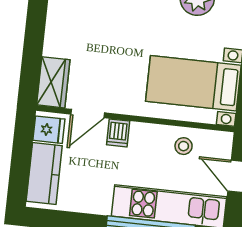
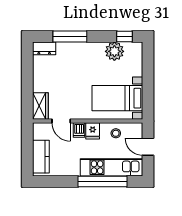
door: (88, 113) -> (61, 121), hinge flipped
fridge: (49, 130) -> (93, 131), moved, turned 90

